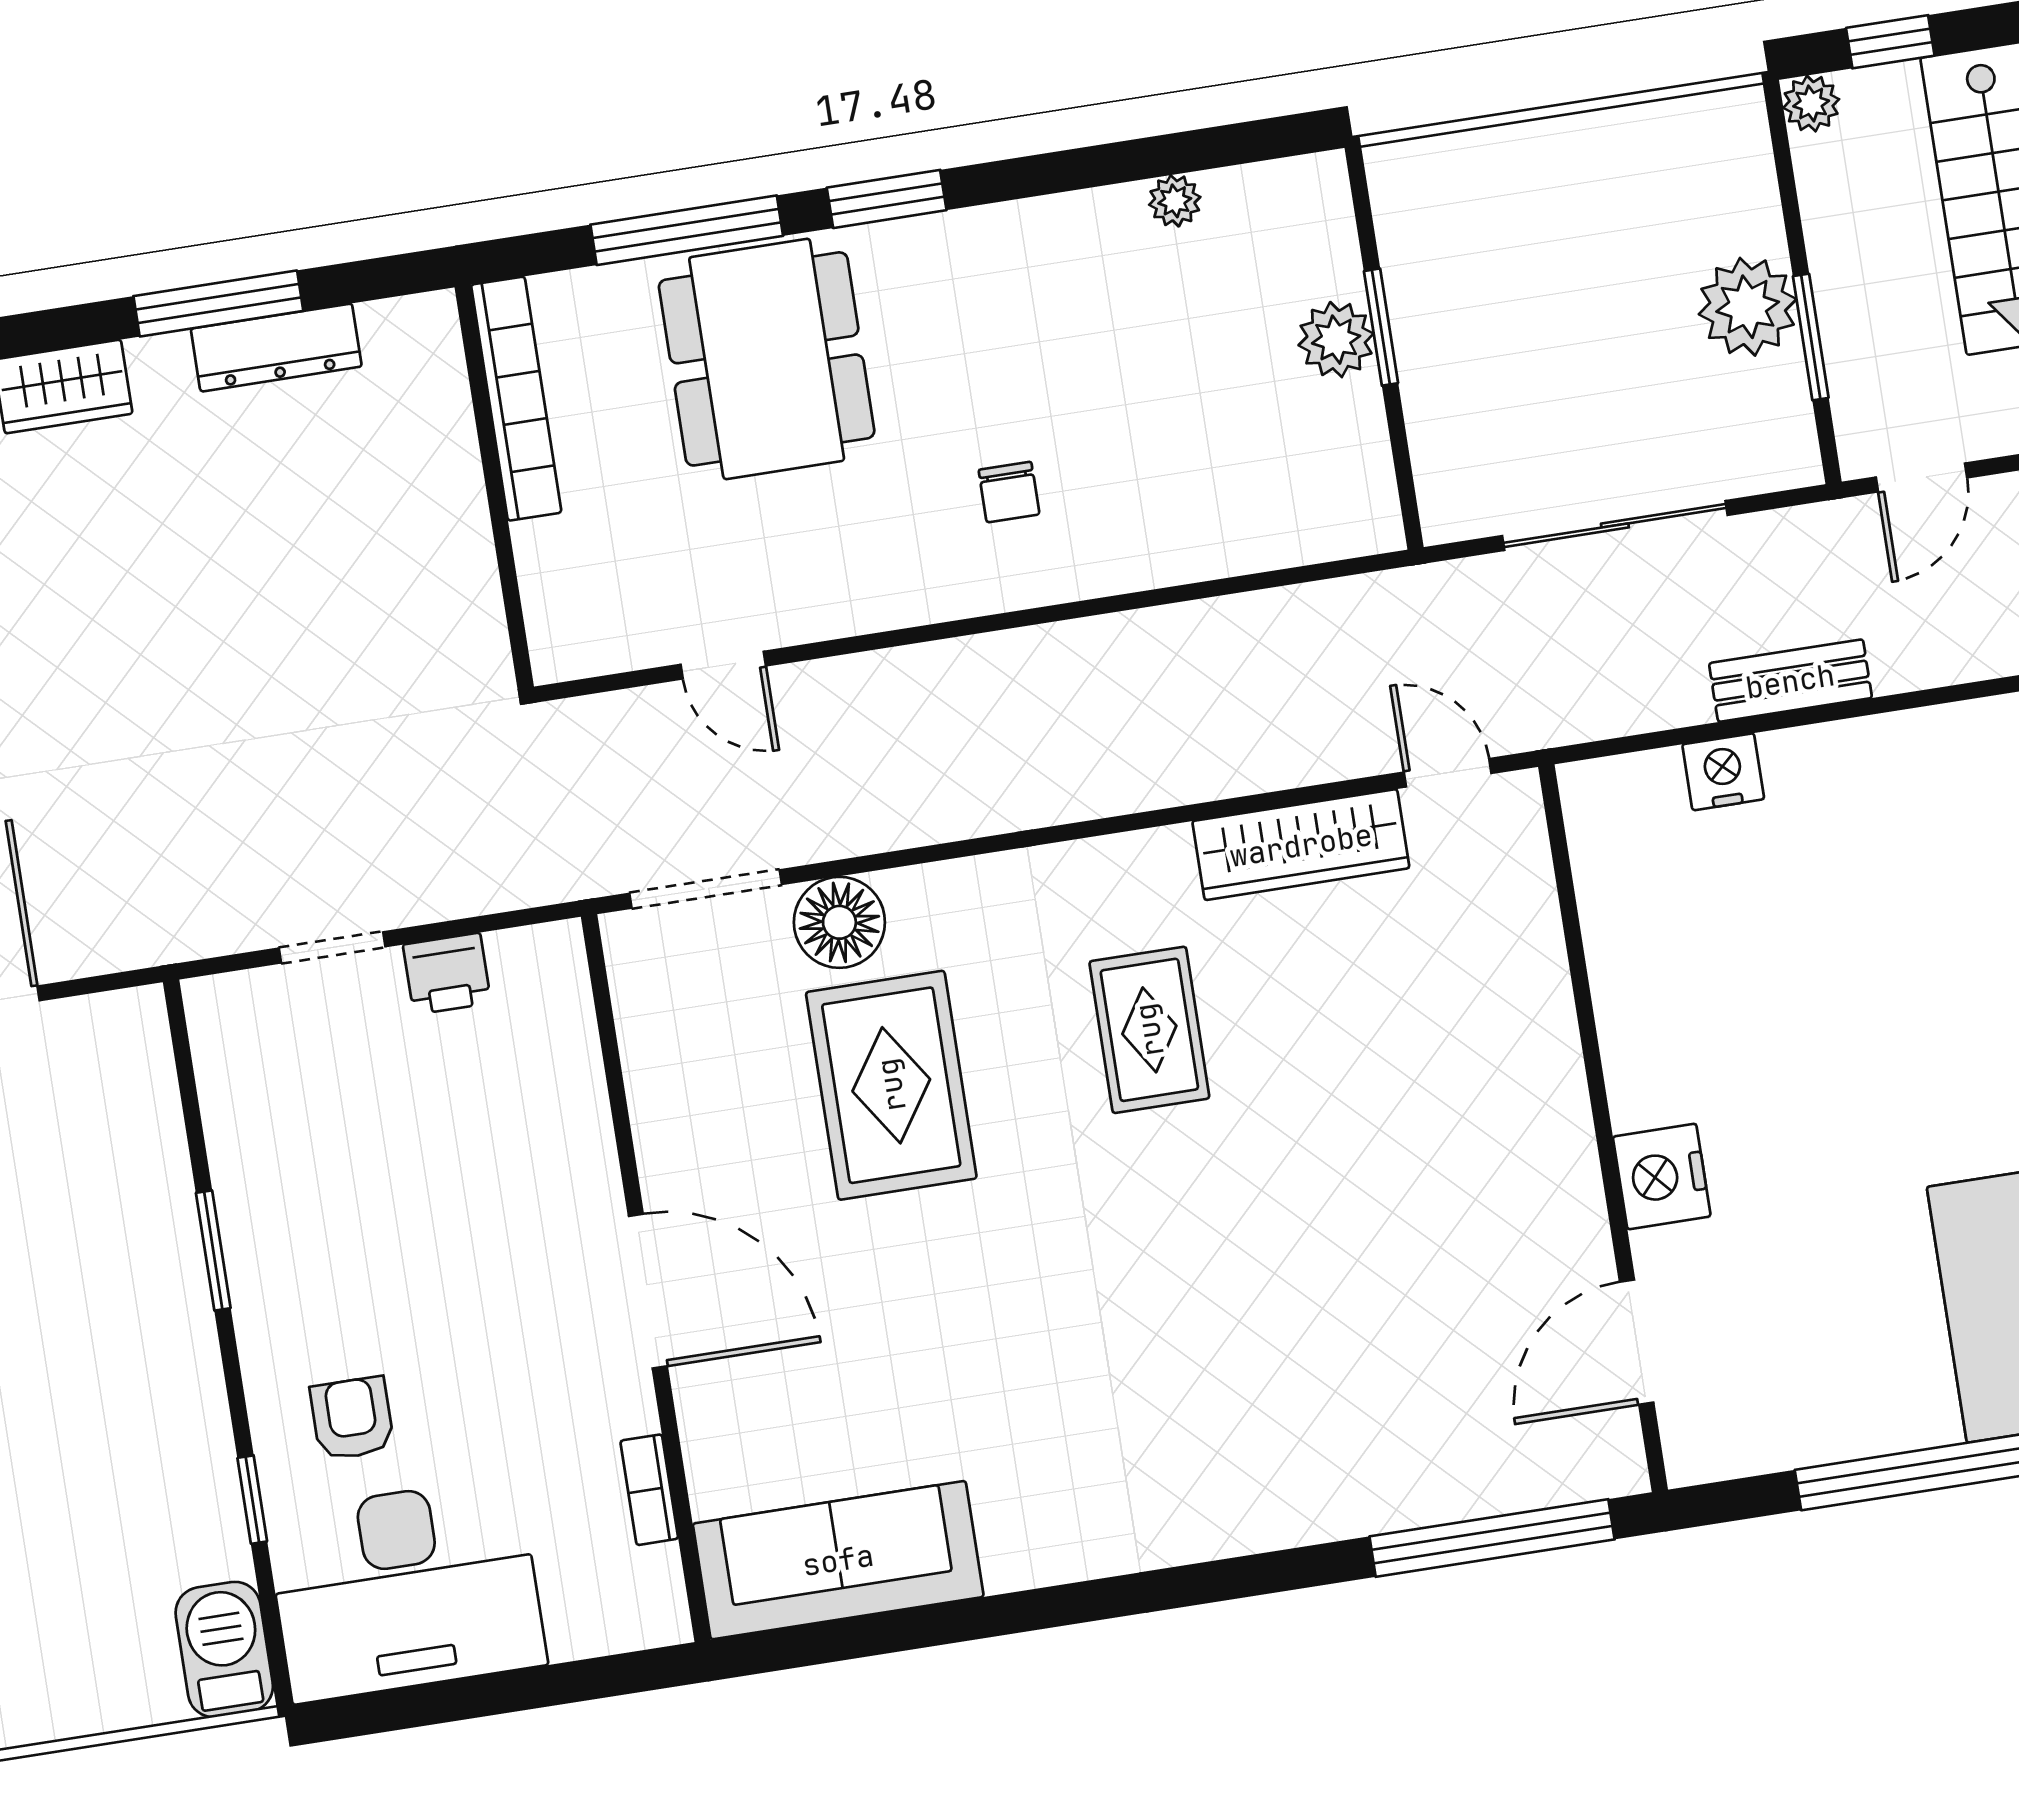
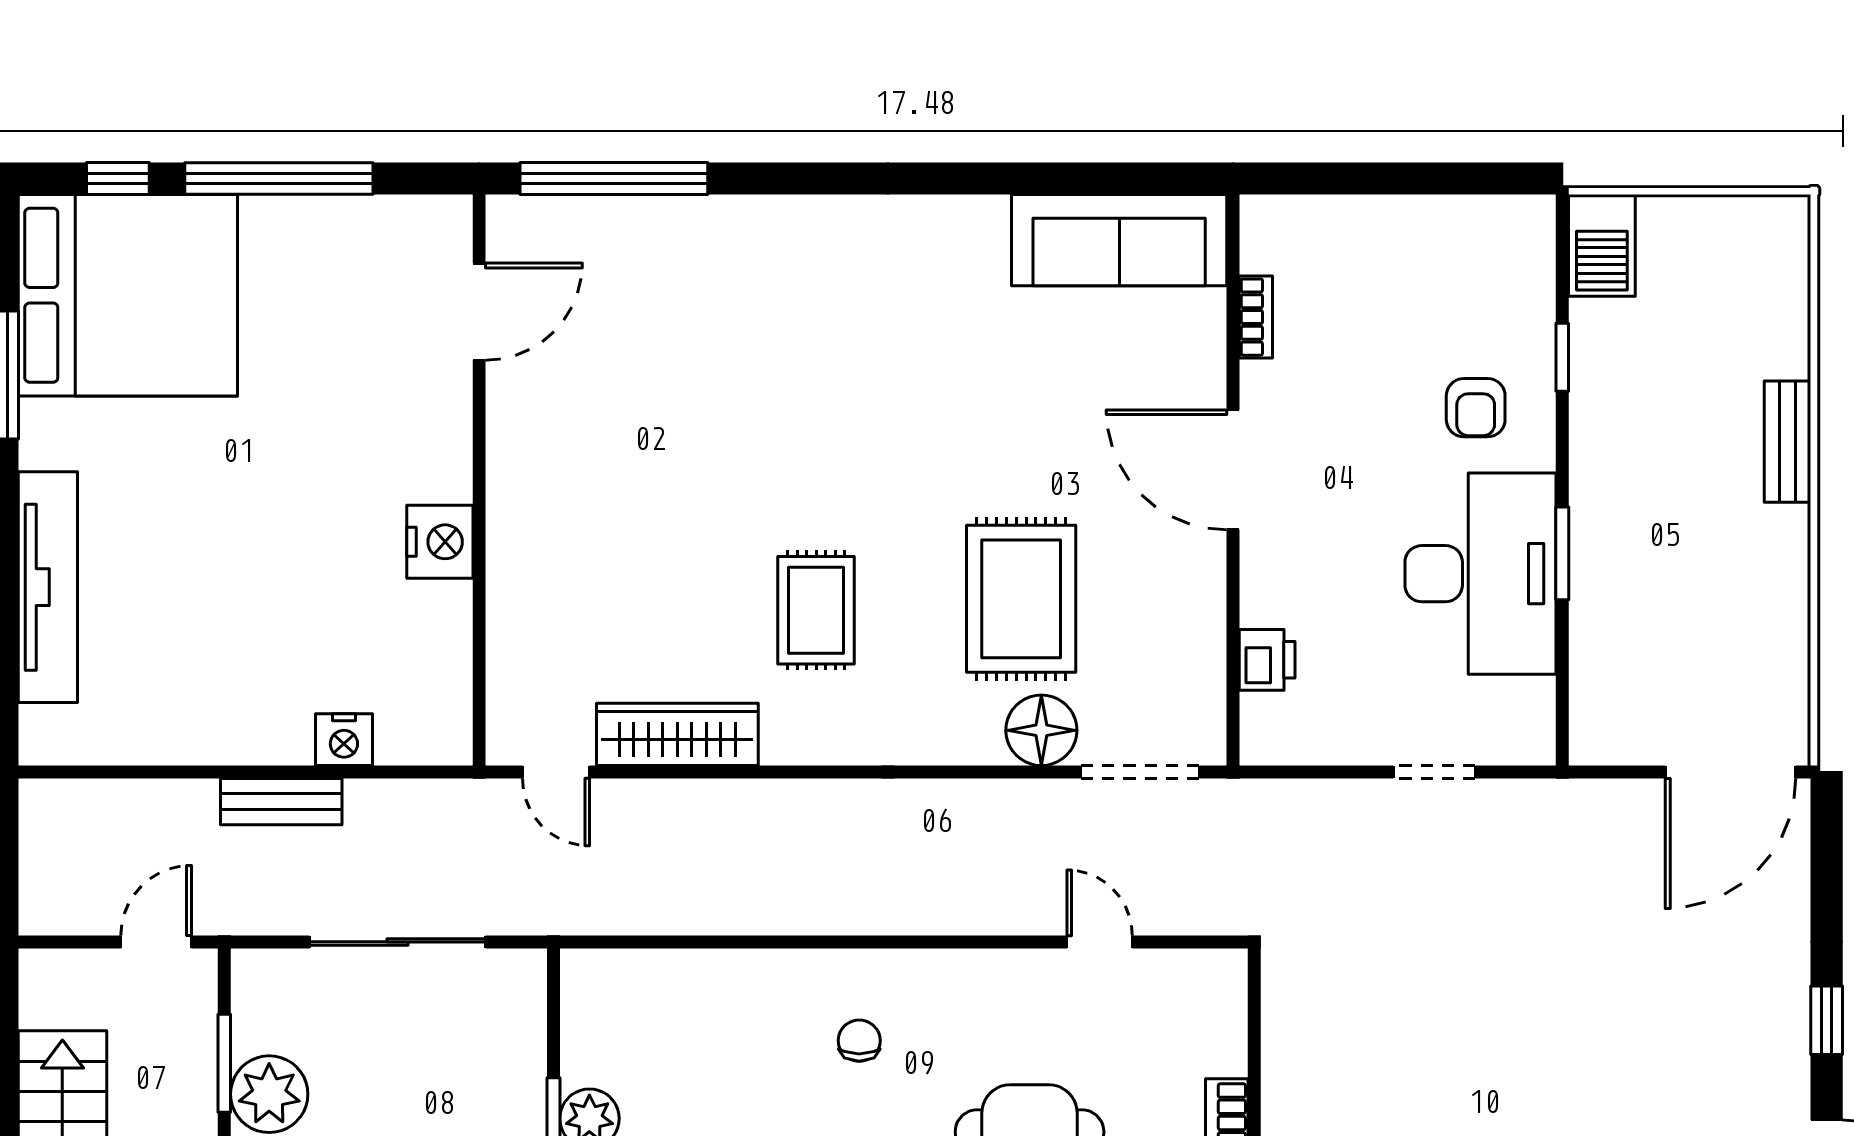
printer: (447, 974) -> (1267, 660), moved, turned 90
nightstand: (1662, 1177) -> (440, 542), moved
desk: (406, 1589) -> (1480, 574), moved, turned 90

